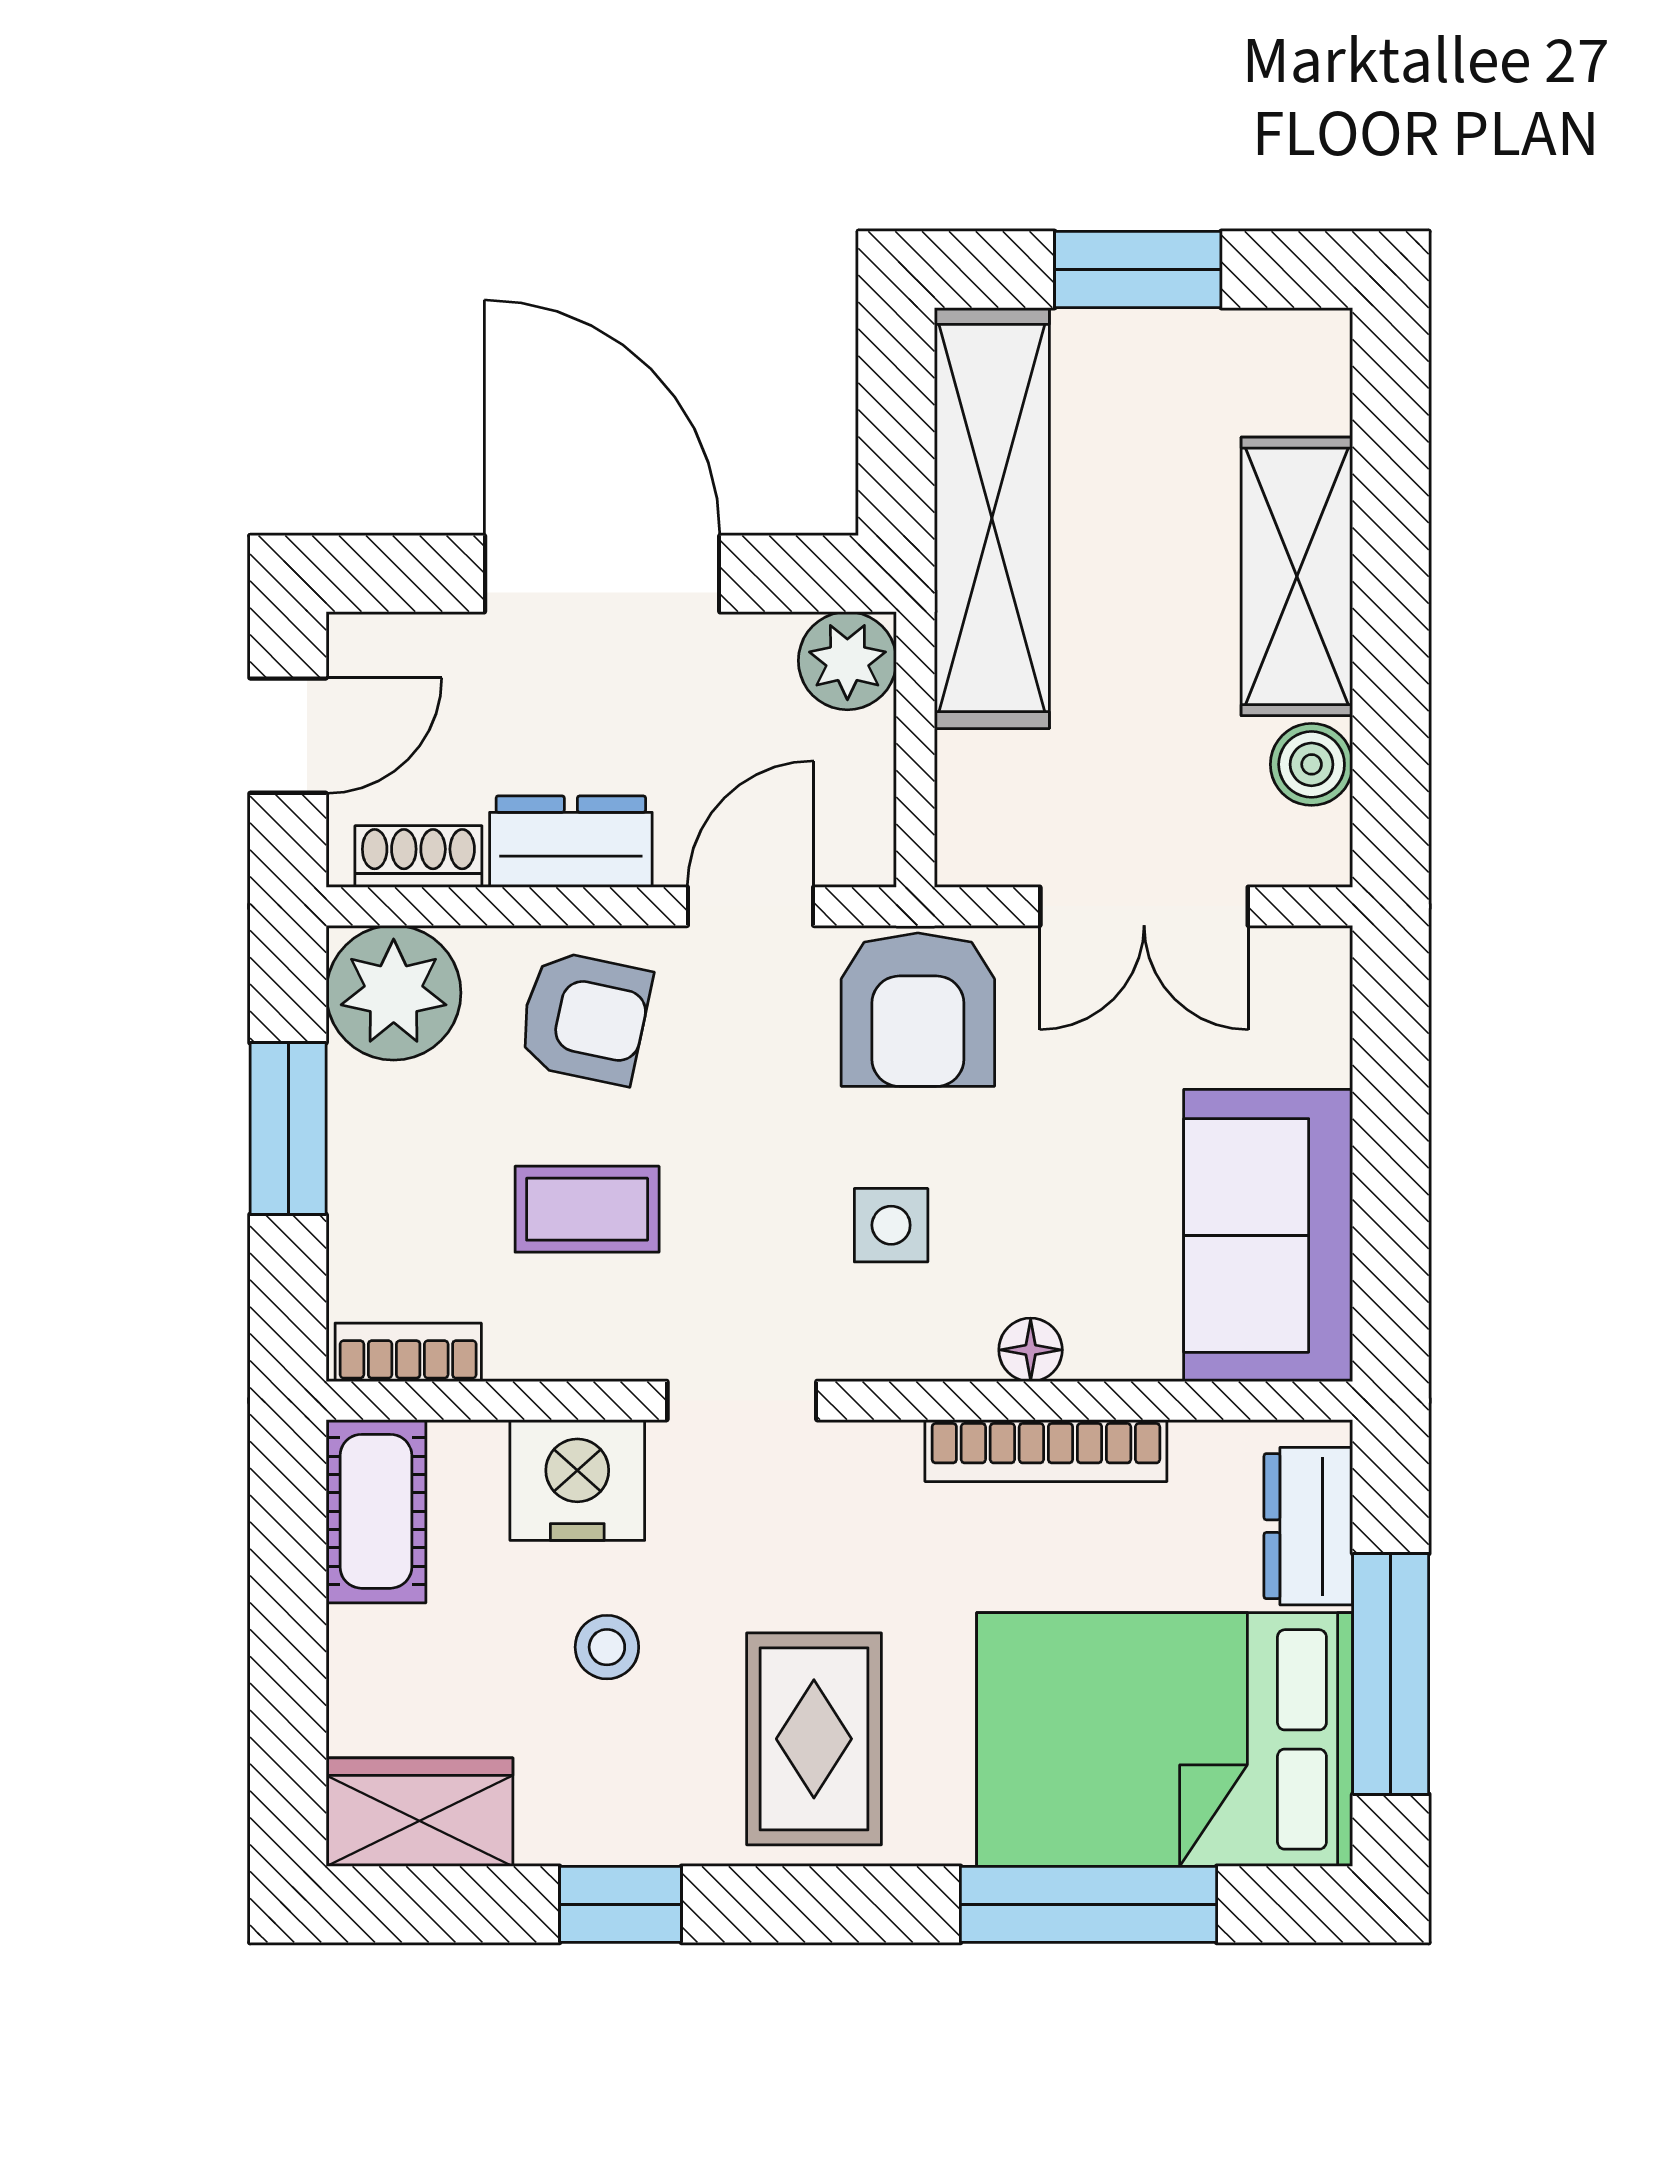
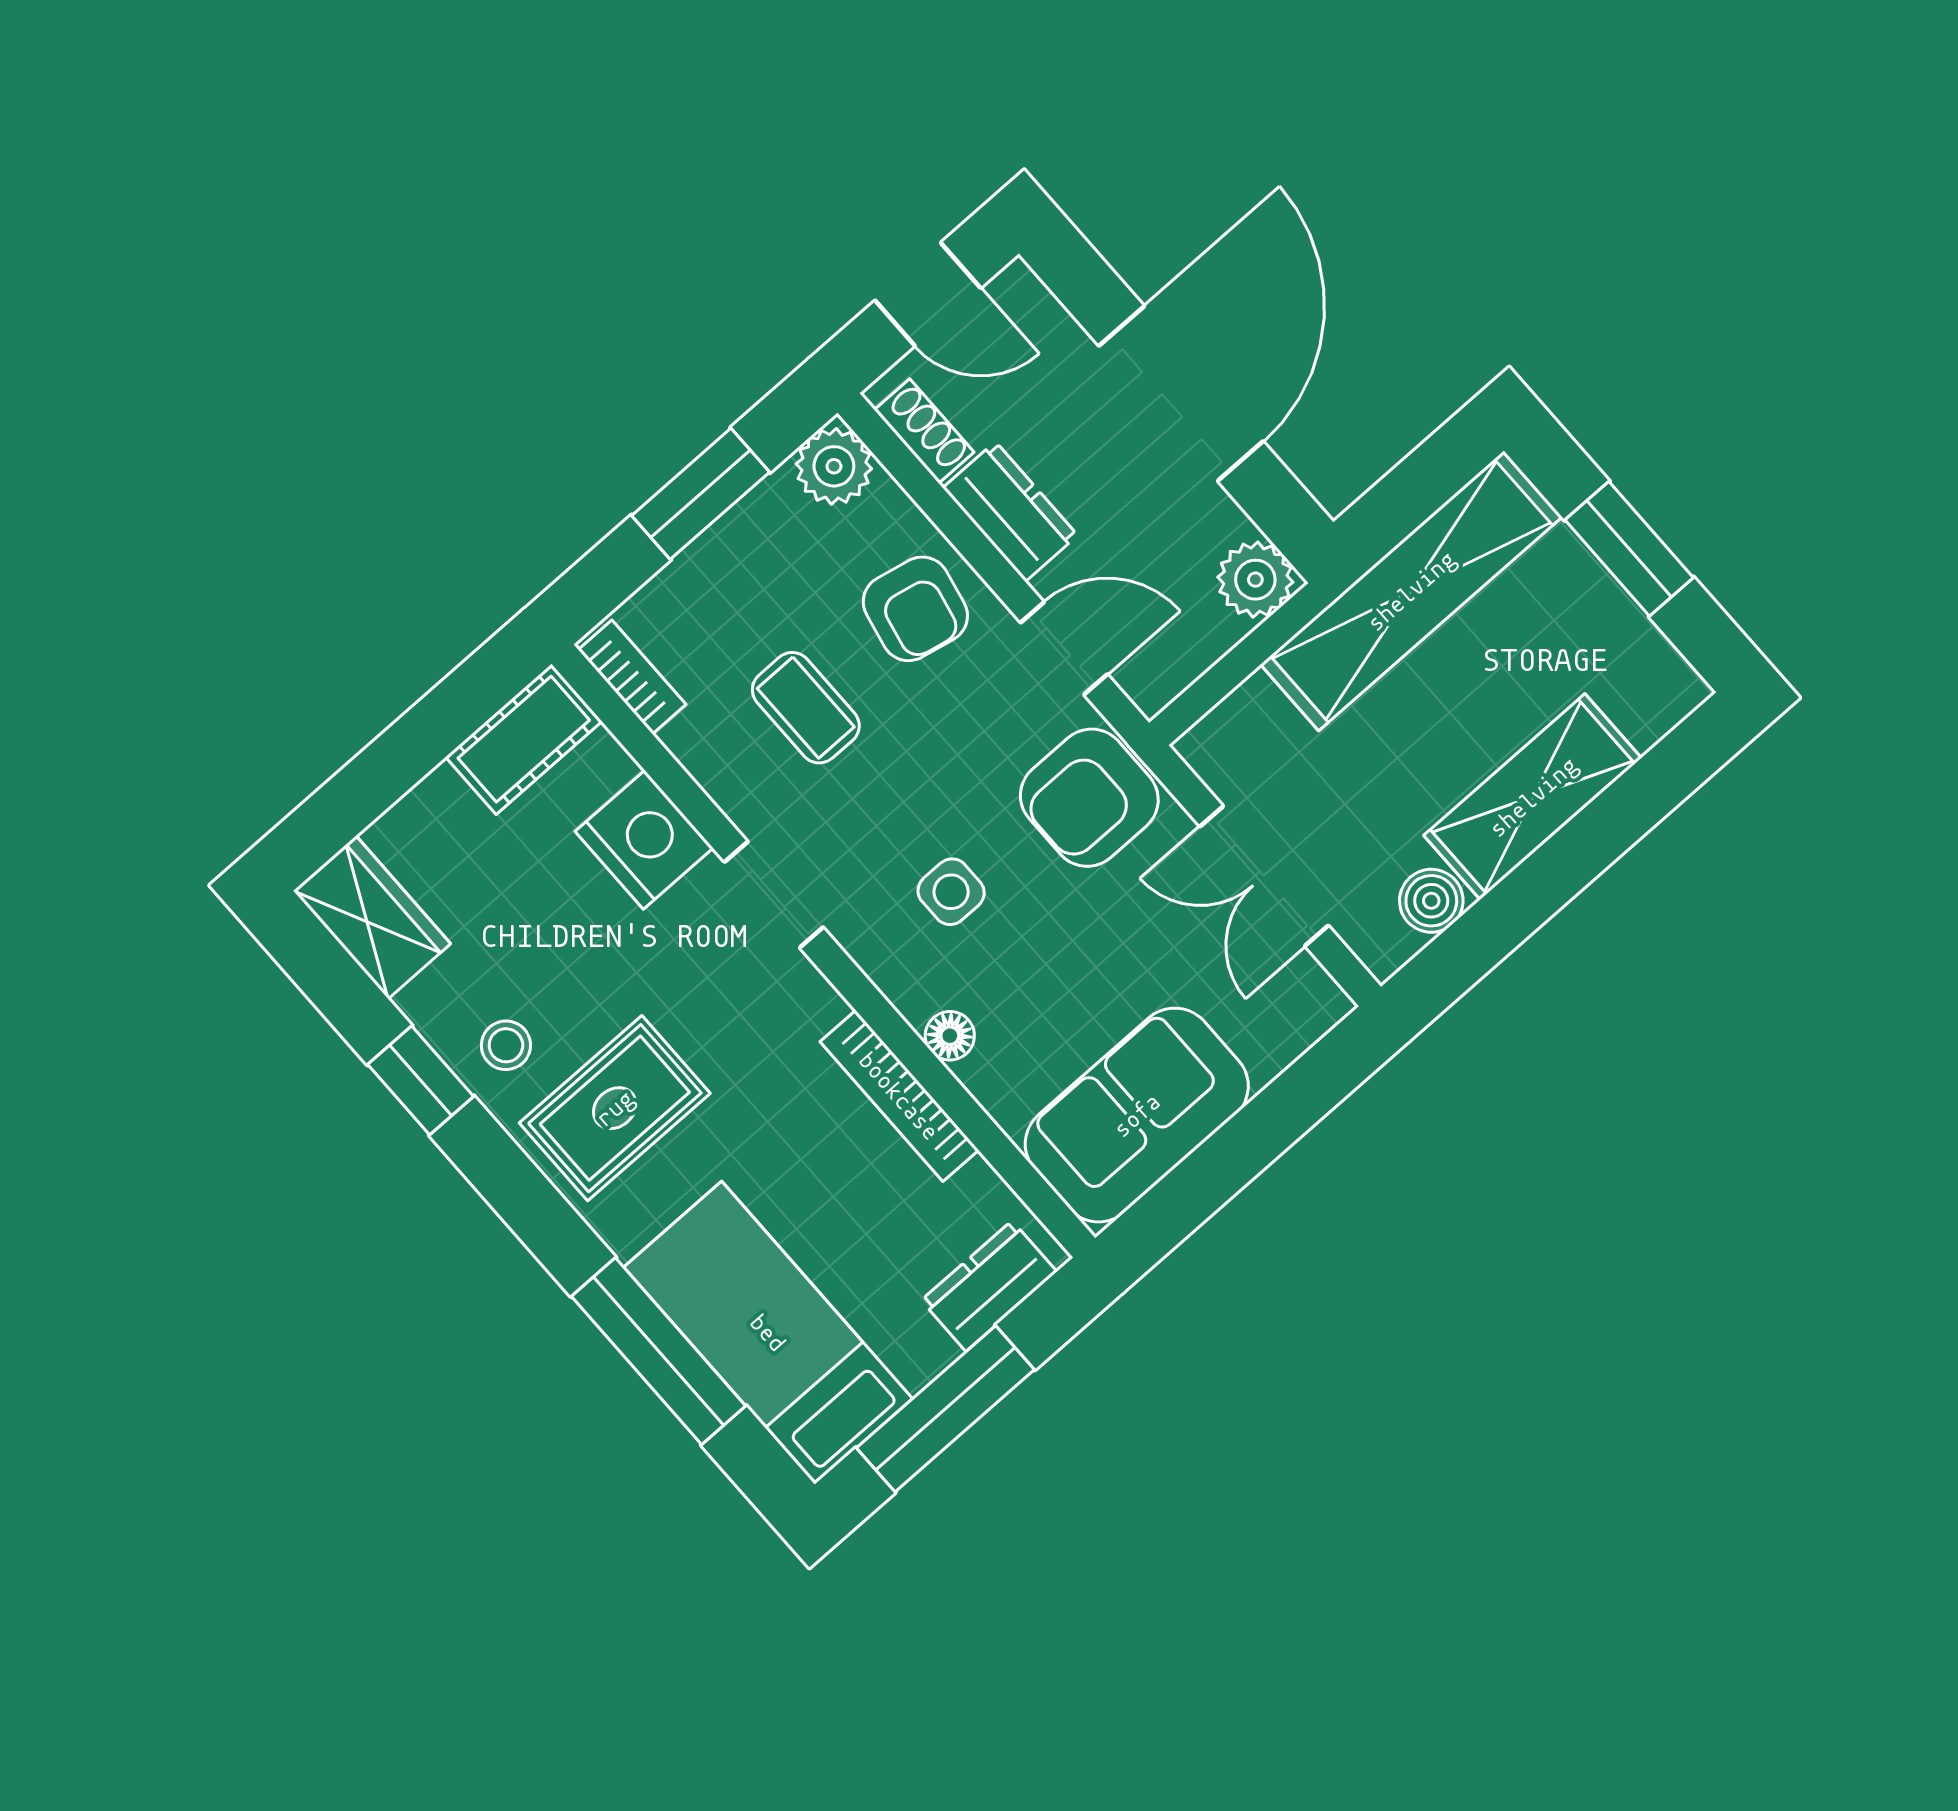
plant: (394, 993) -> (834, 466), width x0.73, depth x0.73
stool: (607, 1647) -> (506, 1045), moved
bed: (1165, 1739) -> (768, 1333), width x0.67

